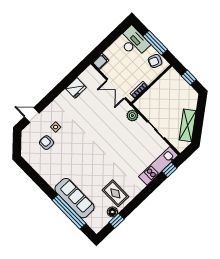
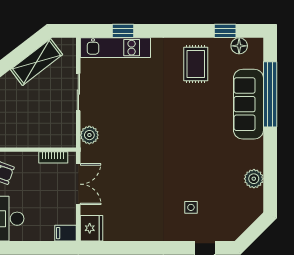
fridge: (76, 88) -> (91, 228), moved, turned 90
armchair: (46, 143) -> (219, 200), removed
plant: (40, 167) -> (254, 179), added
window: (169, 170) -> (123, 31), moved
floor lamp: (112, 212) -> (239, 46), moved

